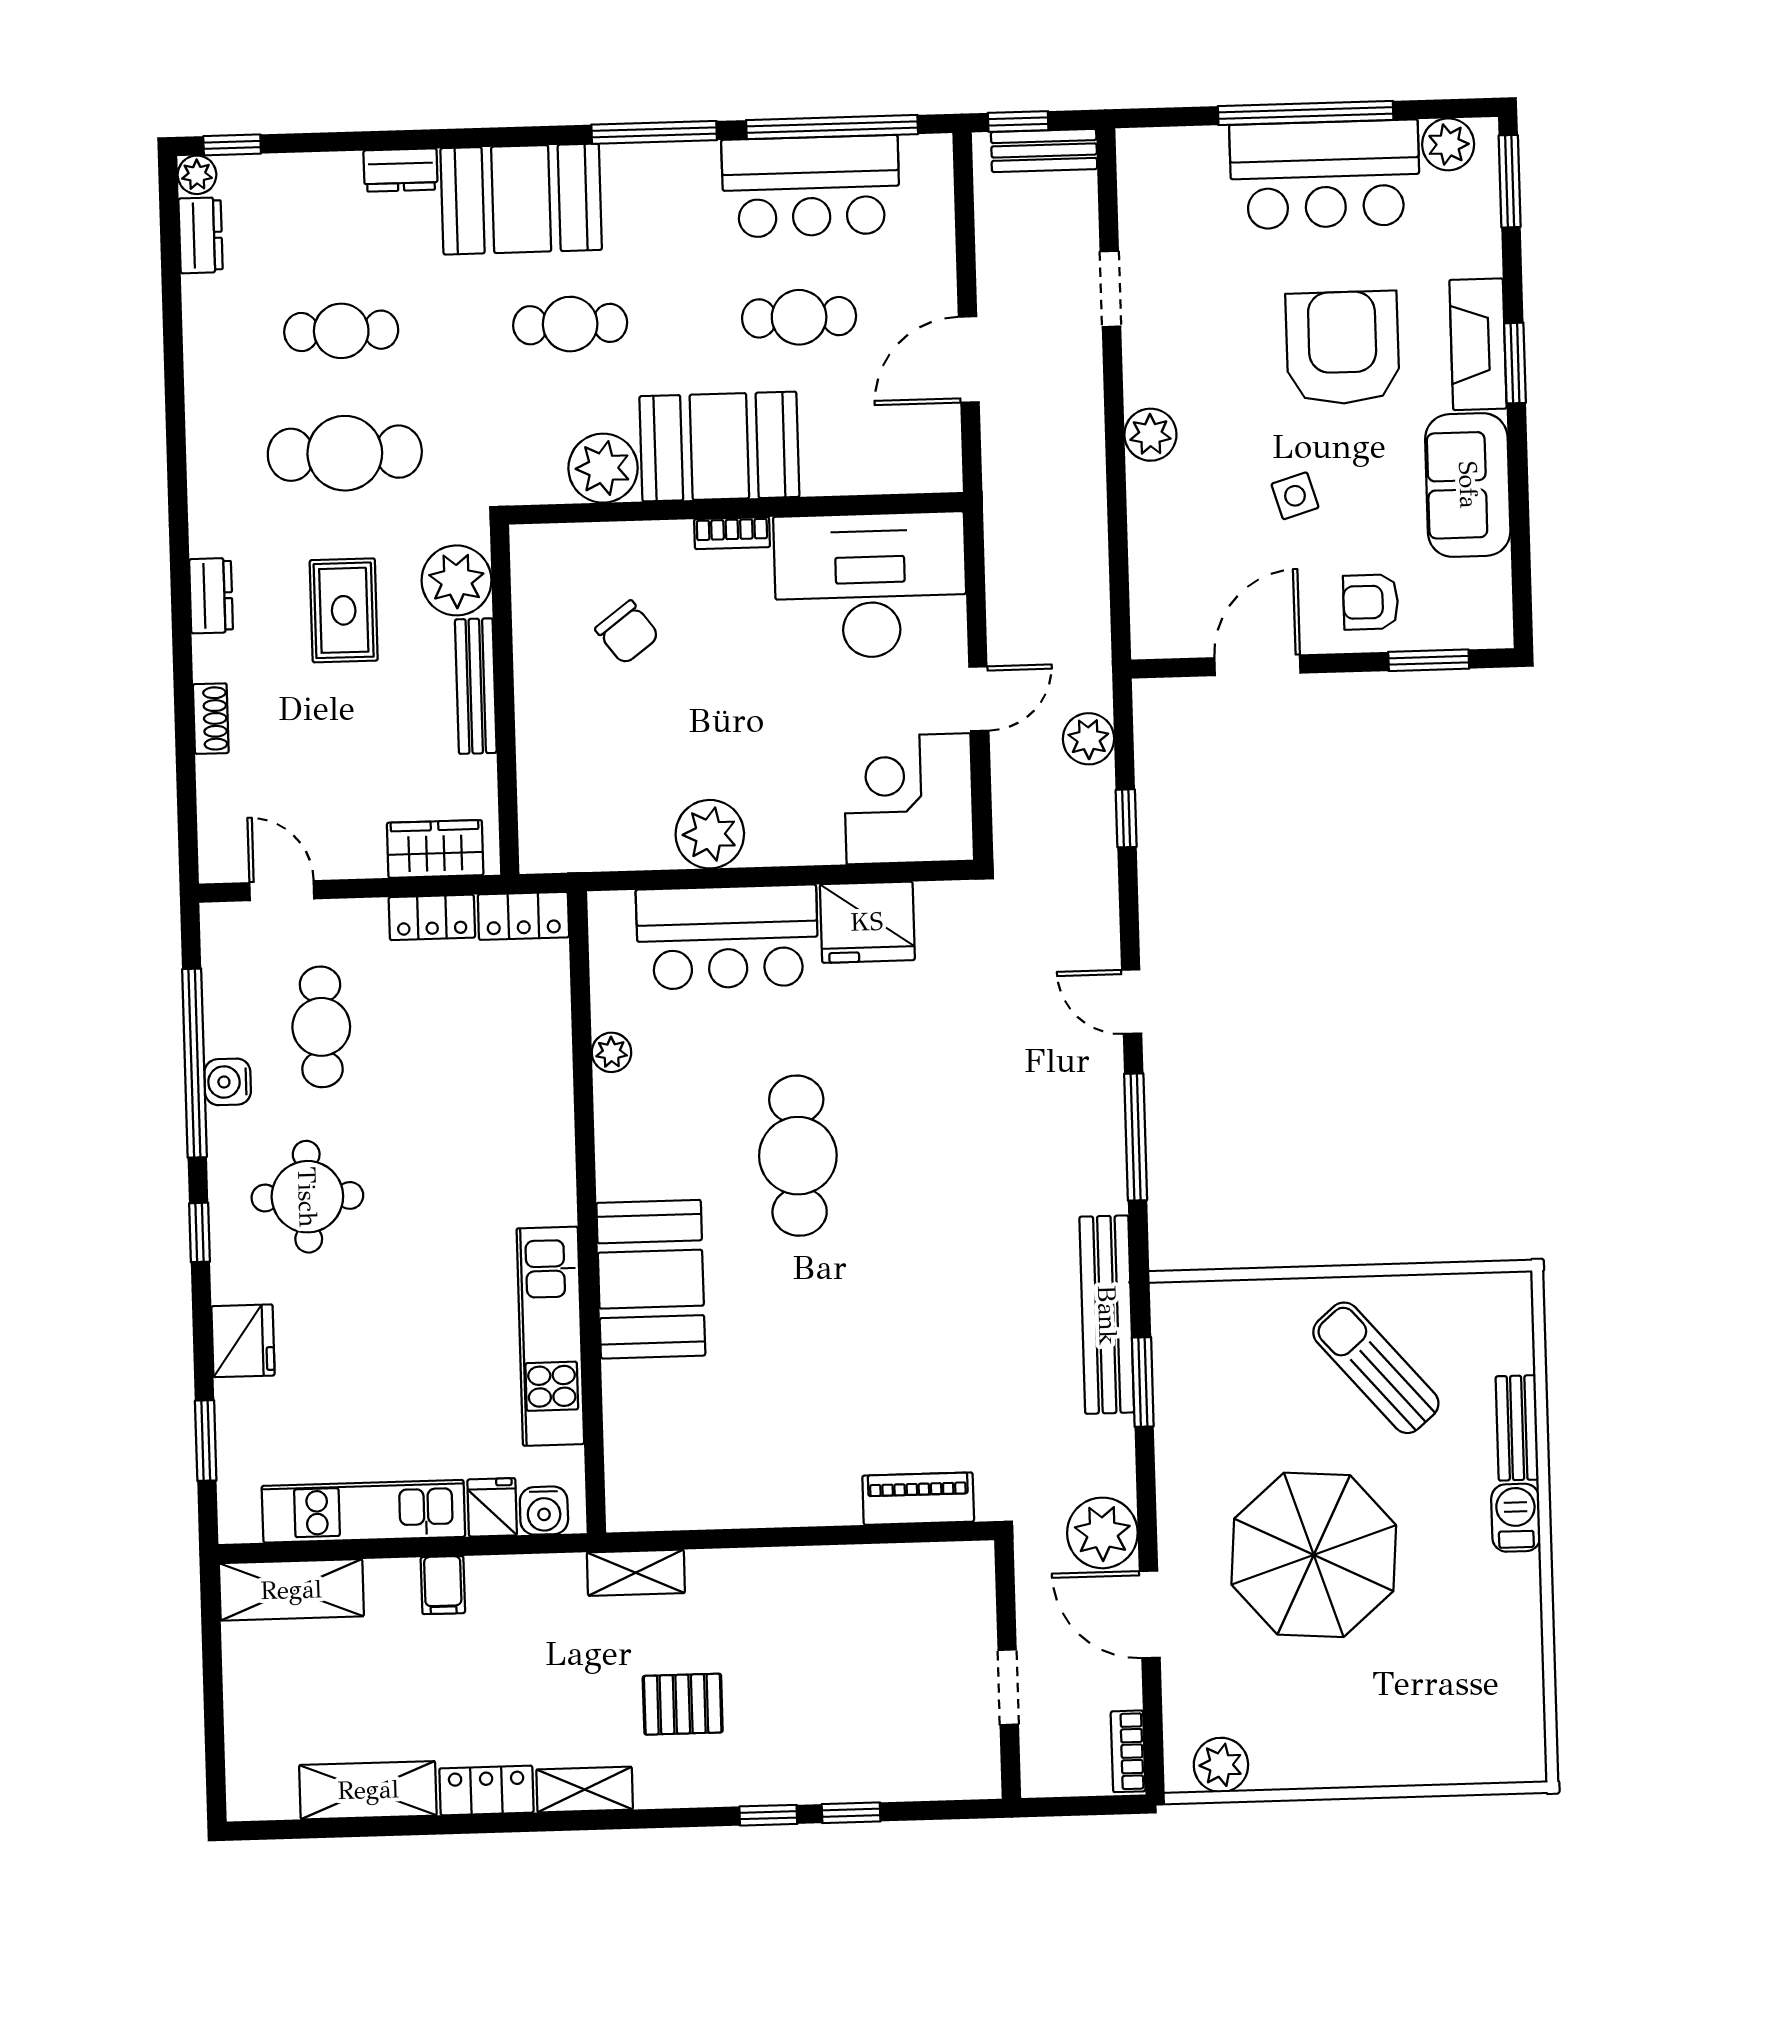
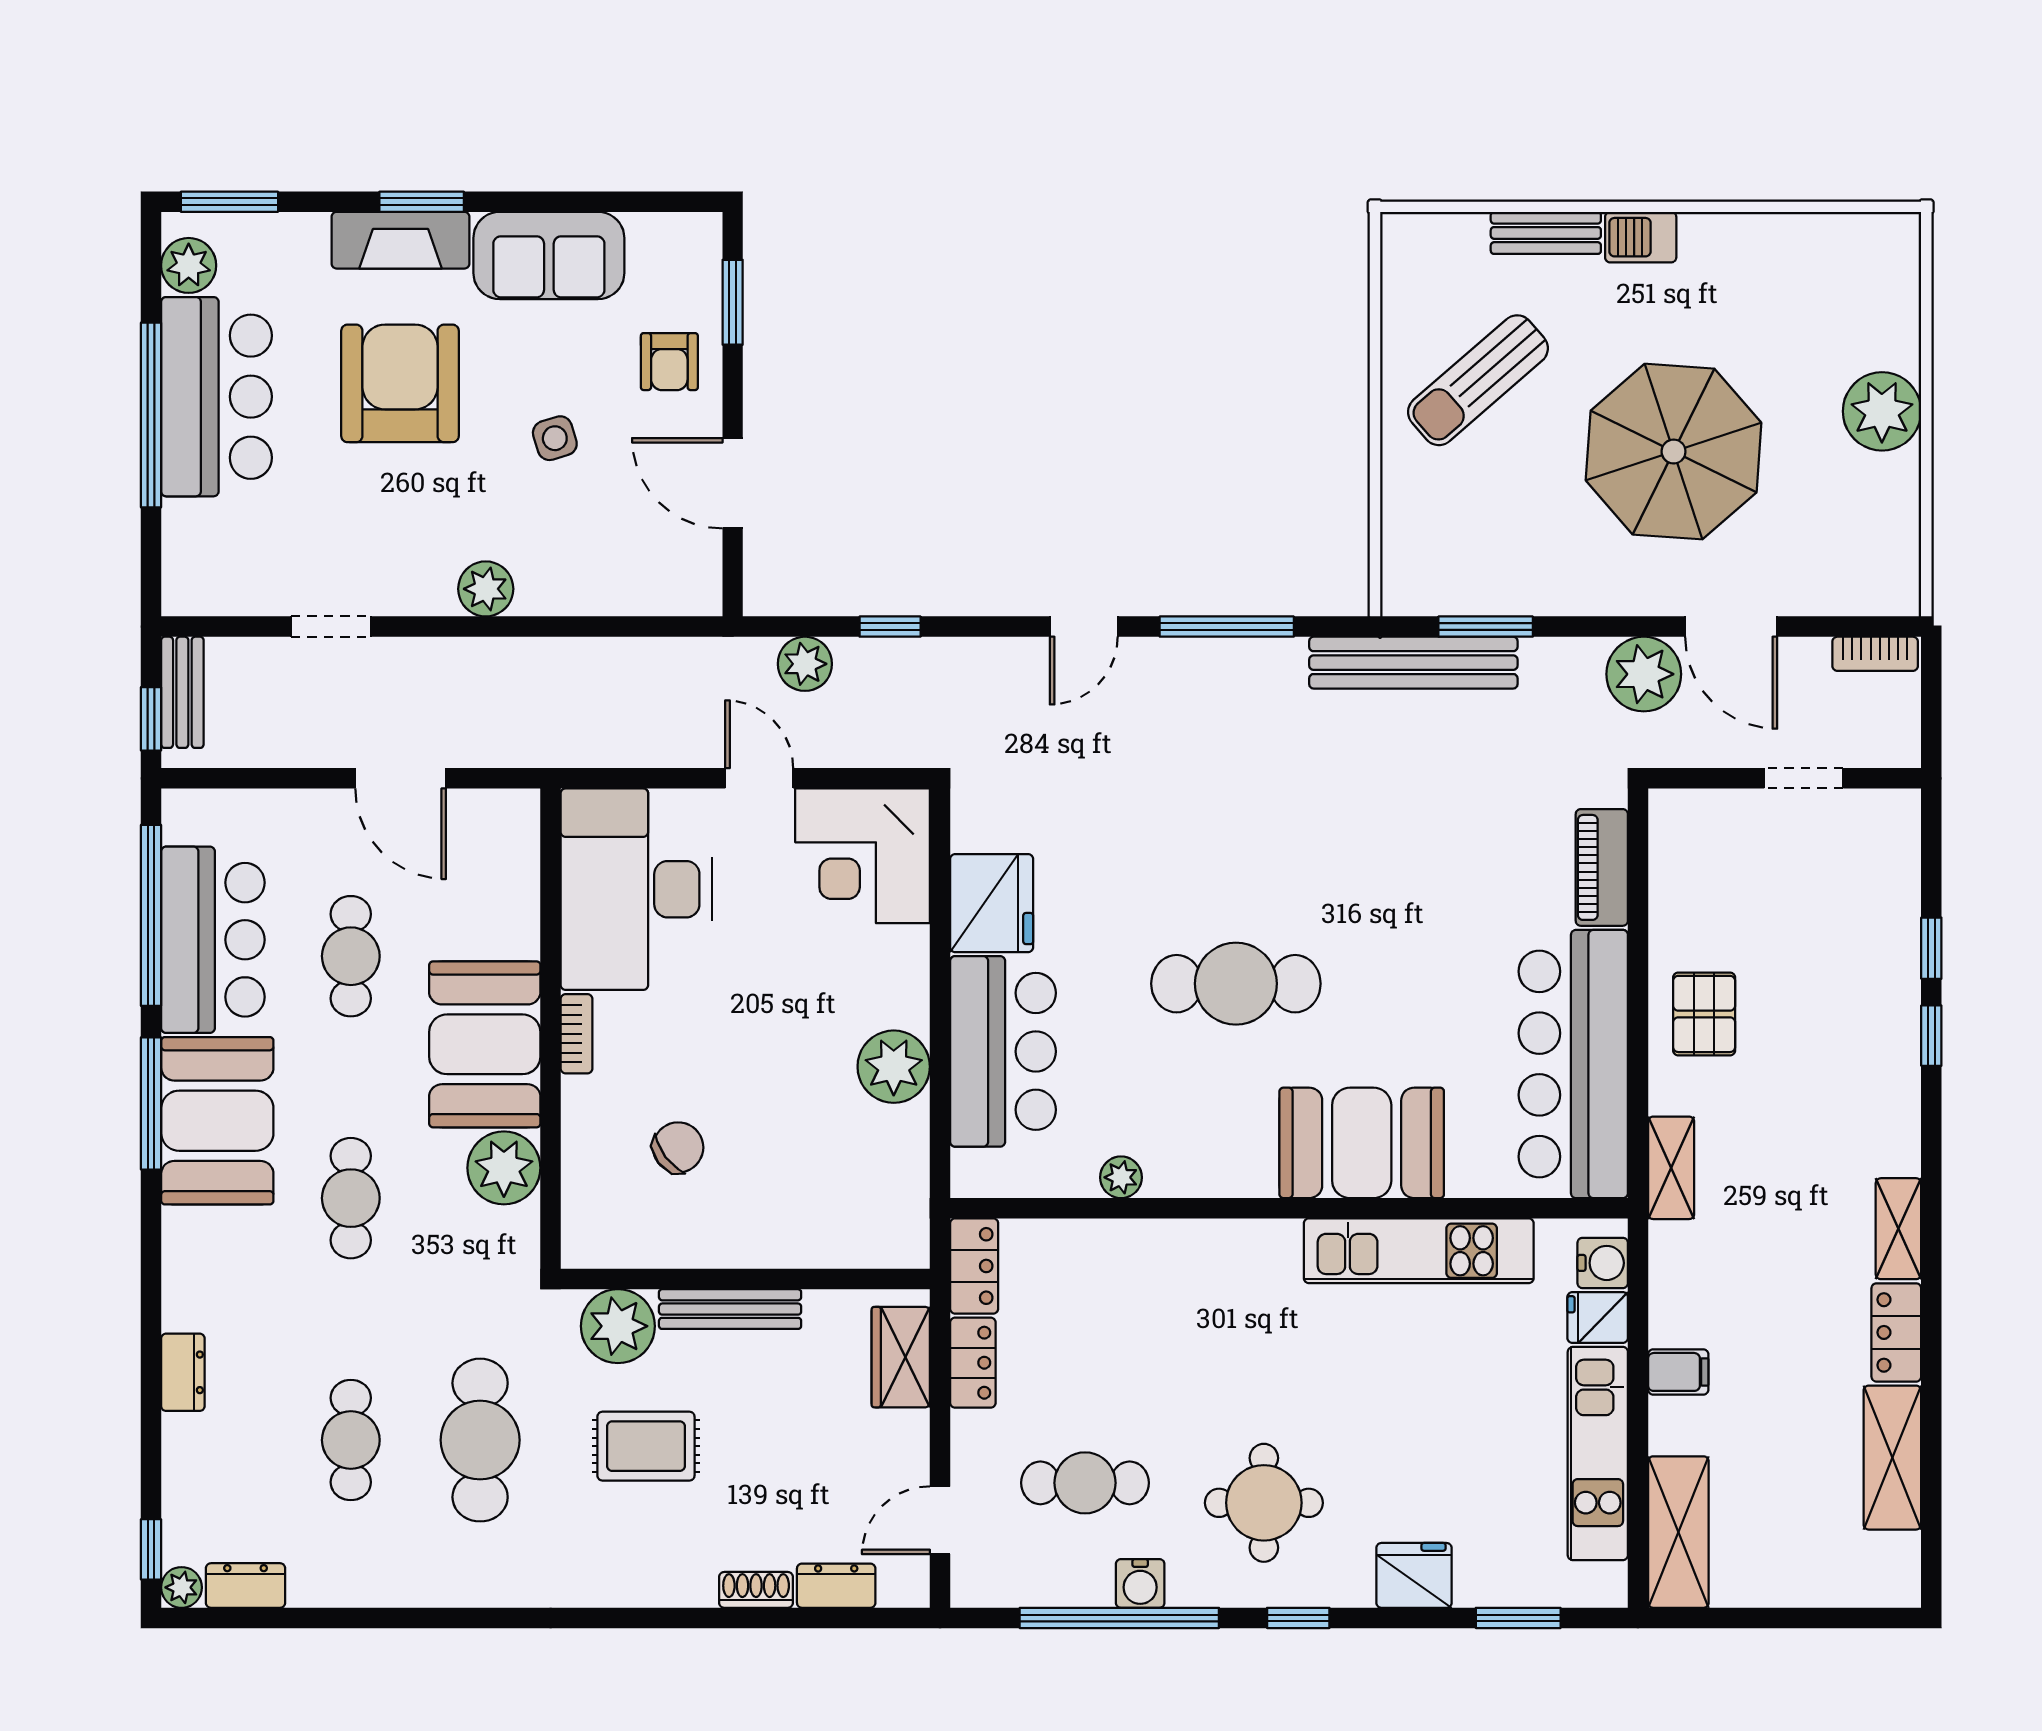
booth: (521, 199) -> (217, 1121), moved
armchair: (1342, 348) -> (400, 383), turned 90
dresser: (211, 596) -> (836, 1586), moved
bar counter: (731, 1477) -> (1573, 1064), added
door: (1150, 1614) -> (1731, 627), hinge flipped
pallet: (683, 1704) -> (1704, 1014), moved
plant: (1221, 1765) -> (1882, 411), moved, width x1.36, depth x1.36

